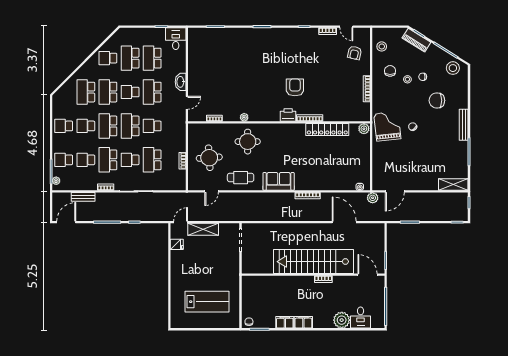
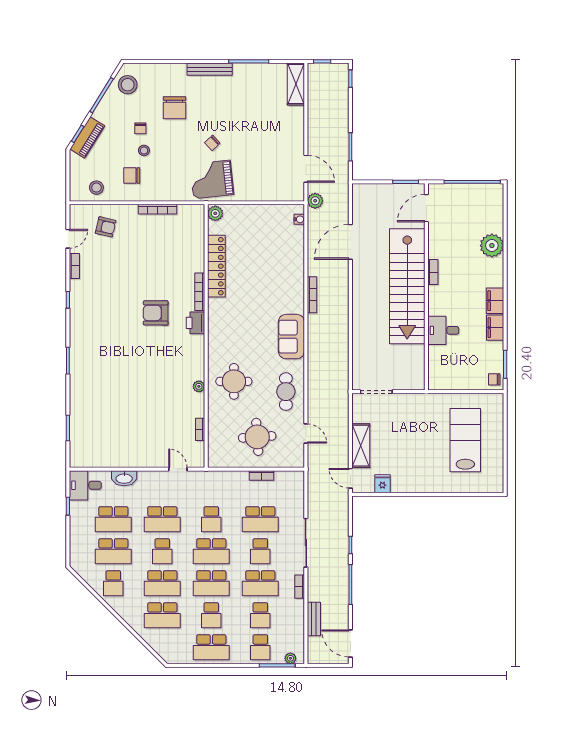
washbasin: (181, 82) -> (124, 478), moved
school desk: (64, 126) -> (211, 647), width x1.85
desk: (361, 318) -> (443, 330), moved, turned 180

